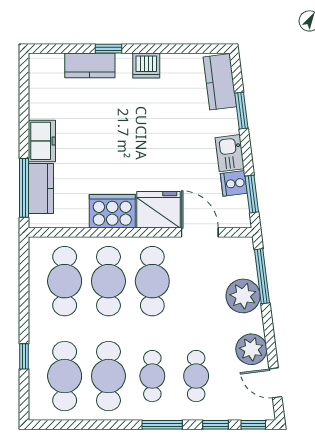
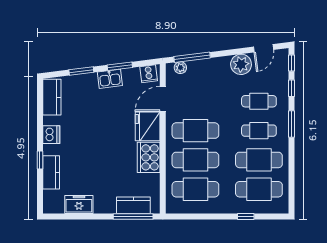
kitchen counter: (220, 82) -> (52, 97), moved, turned -83
freezer: (42, 141) -> (79, 205), moved
cooker: (234, 183) -> (149, 74), moved
window: (252, 194) -> (120, 66), moved
plant: (243, 296) -> (180, 68), moved, width x0.53, depth x0.53

